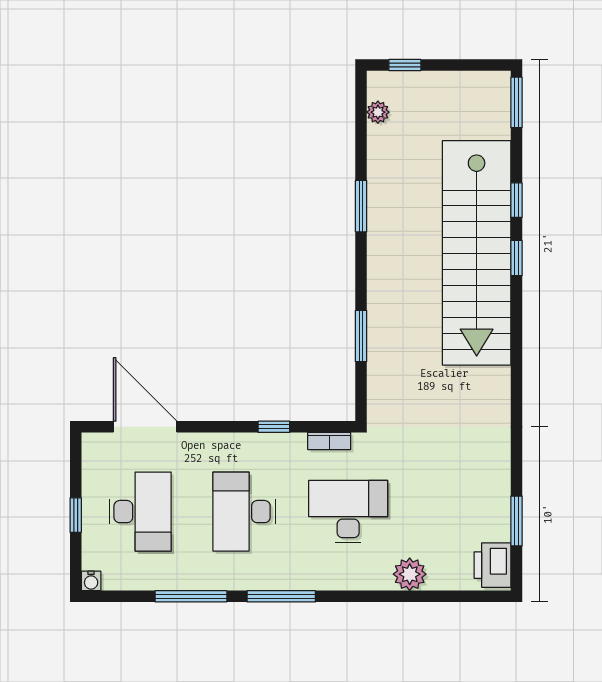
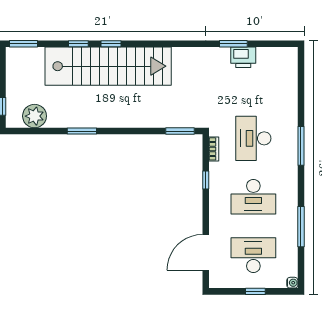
plant: (378, 112) -> (35, 116), width x1.88, depth x1.88
window: (361, 336) -> (180, 131), moved
window: (516, 521) -> (233, 44), moved
printer: (493, 565) -> (243, 57), moved
plant: (410, 574) -> (289, 104), removed
window: (281, 596) -> (301, 146), moved

